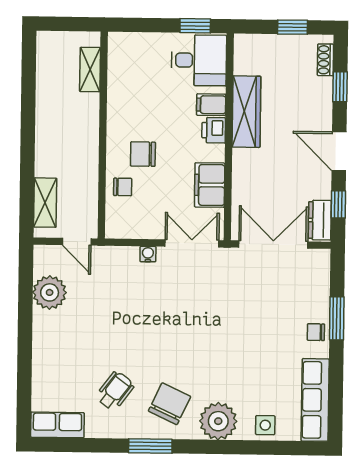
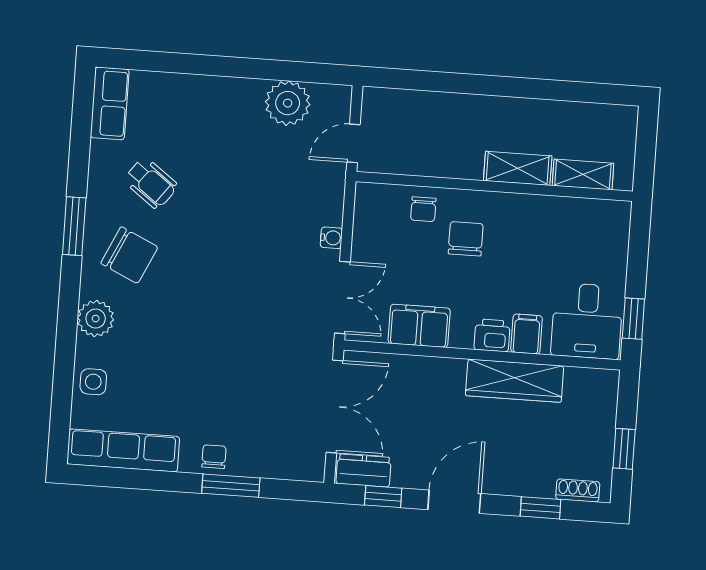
shelving: (45, 203) -> (518, 168), moved
plant: (218, 421) -> (96, 319), width x0.73, depth x0.73

